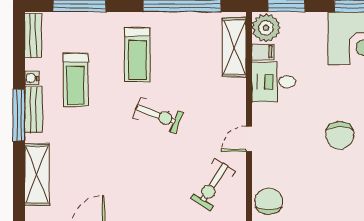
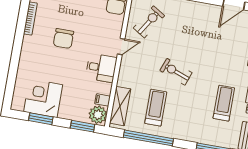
treadmill: (137, 55) -> (156, 108), moved
desk: (274, 82) -> (101, 68), moved
chair: (340, 135) -> (63, 39), turned 180

